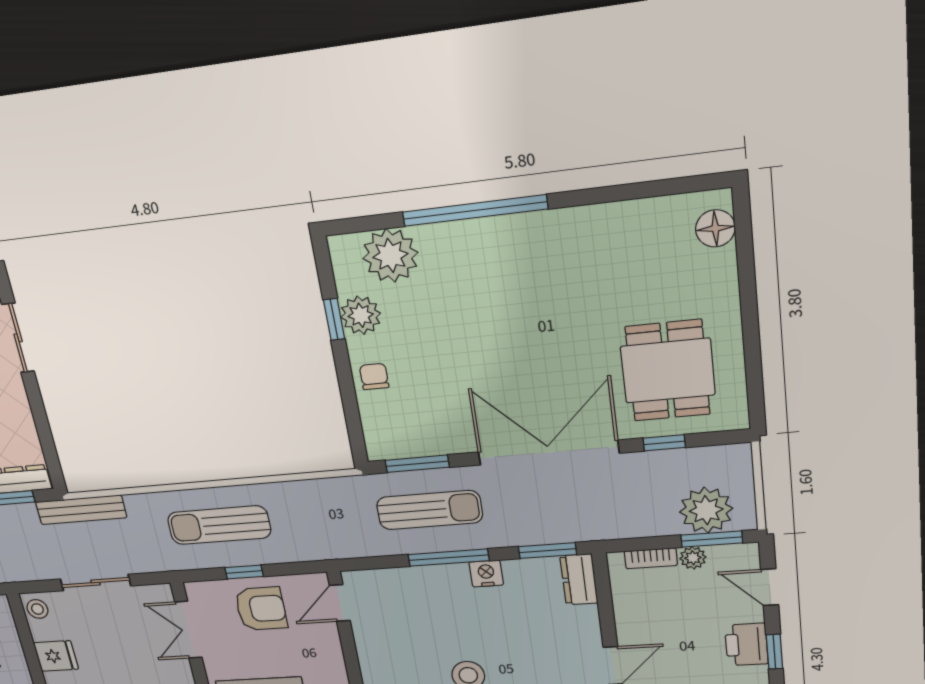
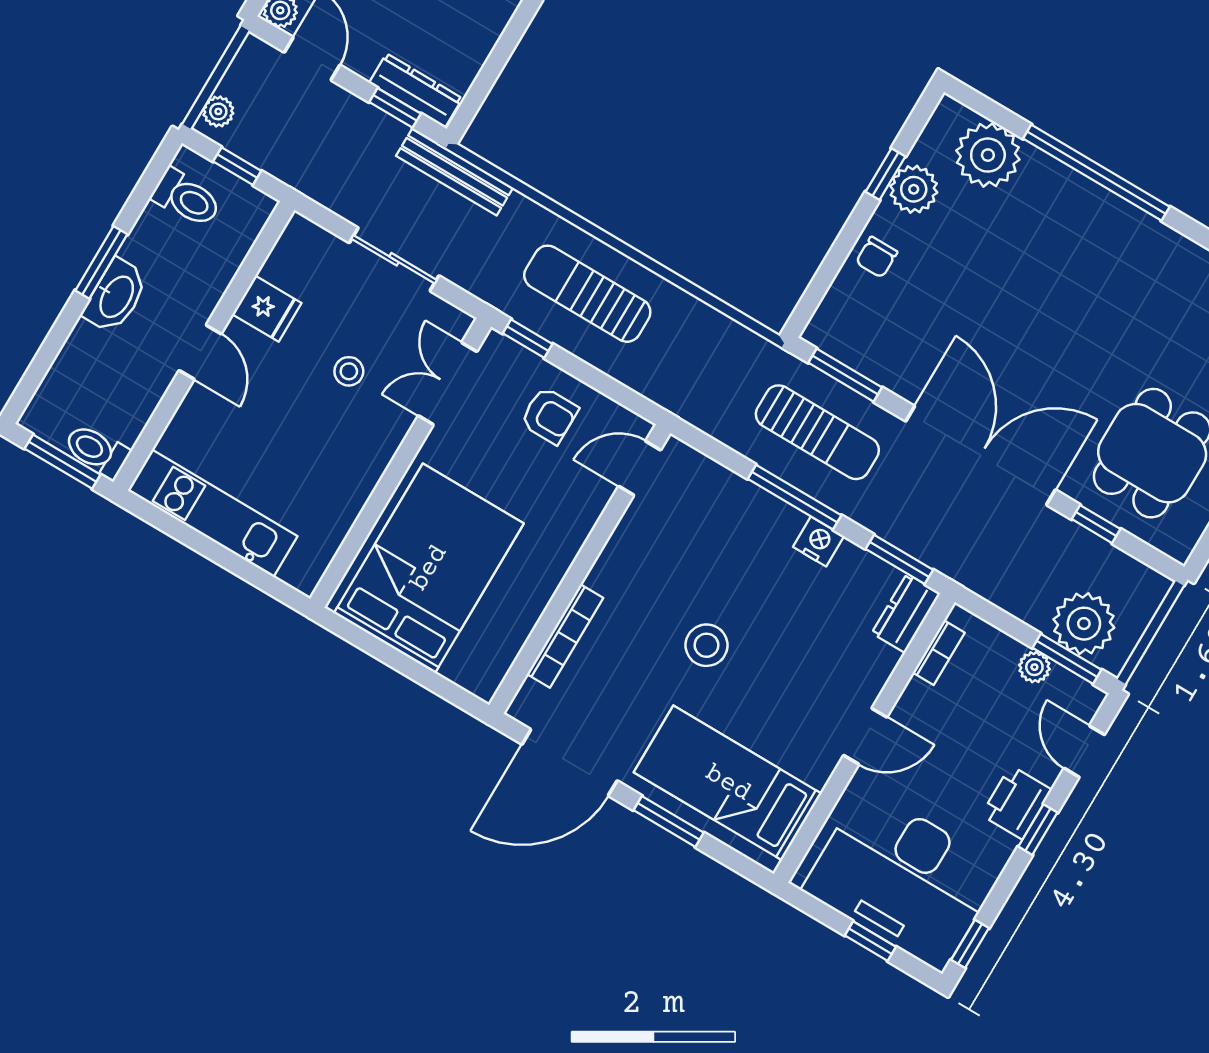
chair: (374, 377) -> (877, 257), turned 180
bookcase: (651, 558) -> (939, 653), moved, turned -90
window: (244, 572) -> (528, 339), moved
stool: (37, 609) -> (349, 371), moved
armchair: (261, 609) -> (549, 416), width x0.72, depth x0.72

